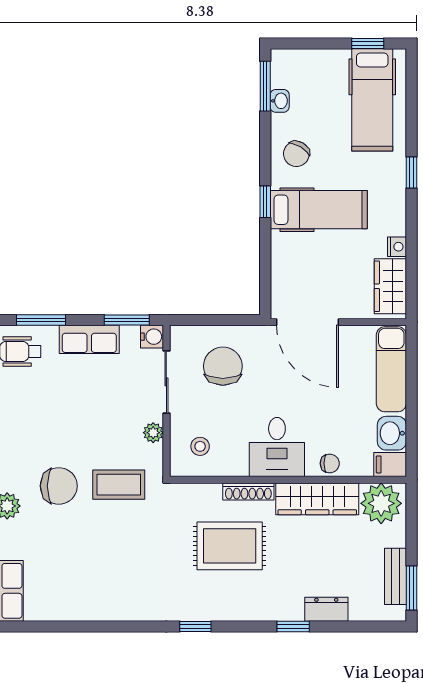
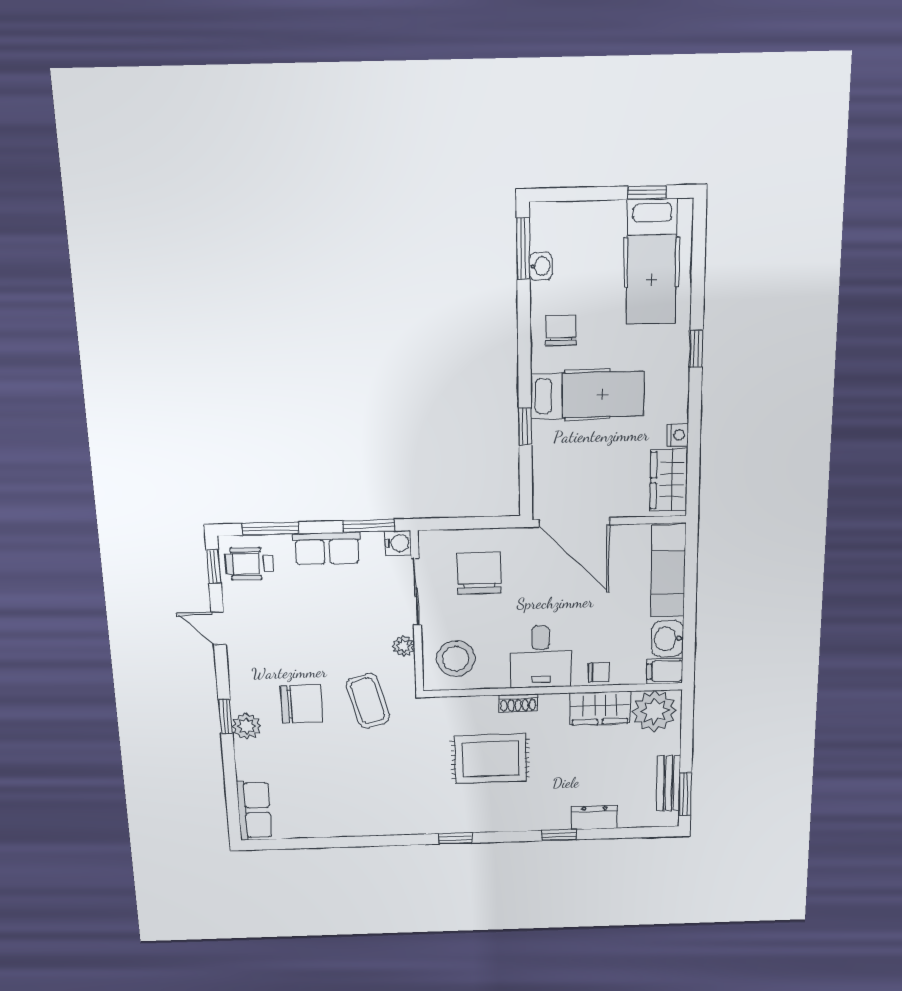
chair: (296, 154) -> (561, 330), turned 149
window: (265, 202) -> (525, 427), moved
stool: (200, 446) -> (456, 659), width x1.89, depth x1.89
coffee table: (119, 485) -> (368, 701), turned 75
shoe rack: (248, 491) -> (518, 703), width x0.70
wardrobe: (317, 499) -> (600, 708), width x0.67

